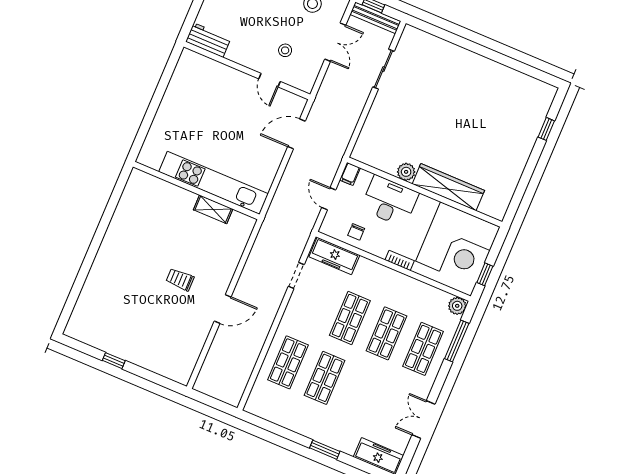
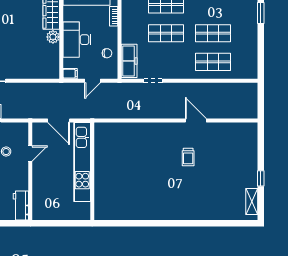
kitchen unit: (214, 183) -> (82, 162), moved
wall: (196, 191) -> (92, 171), moved
shelving: (213, 209) -> (252, 202), moved

